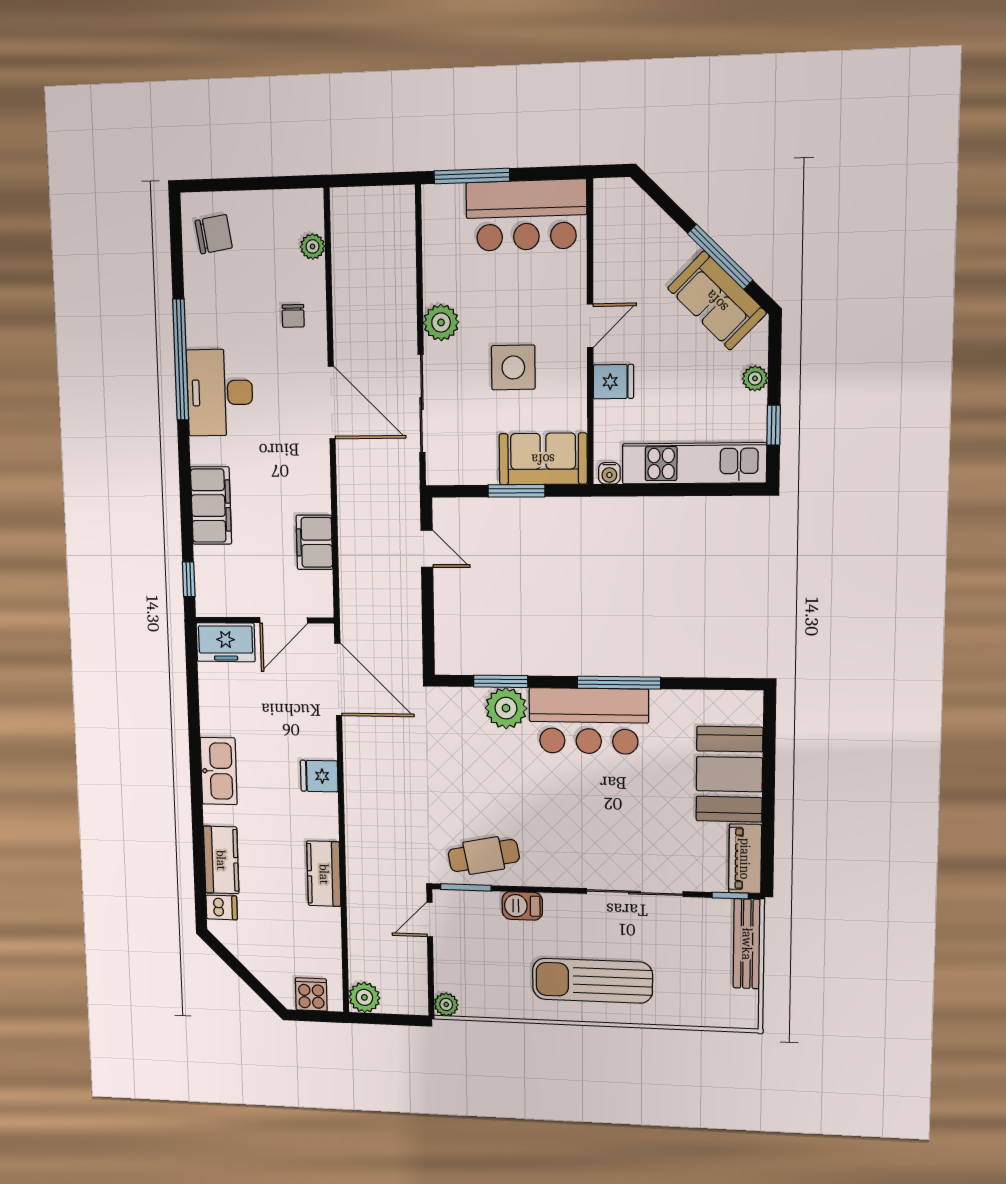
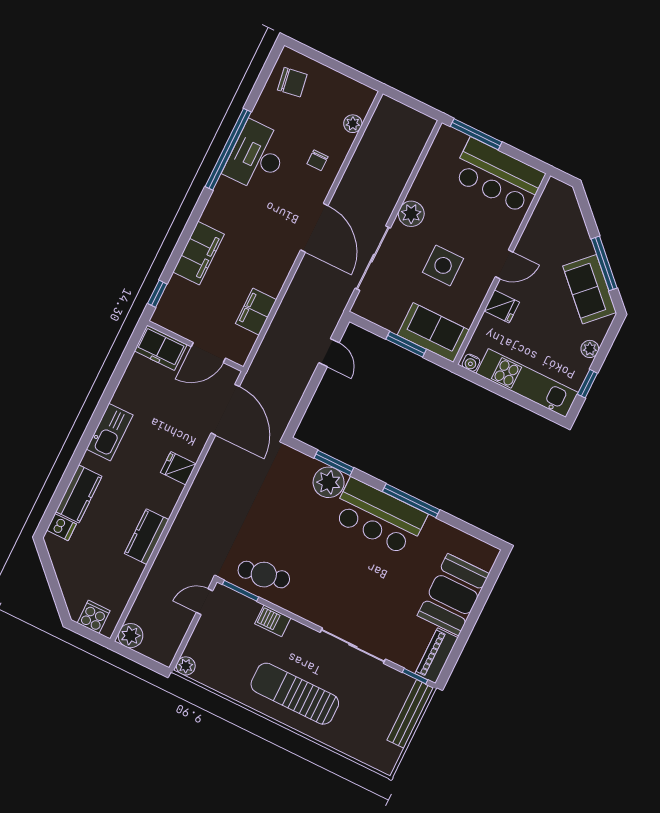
desk: (220, 393) -> (257, 156), moved

